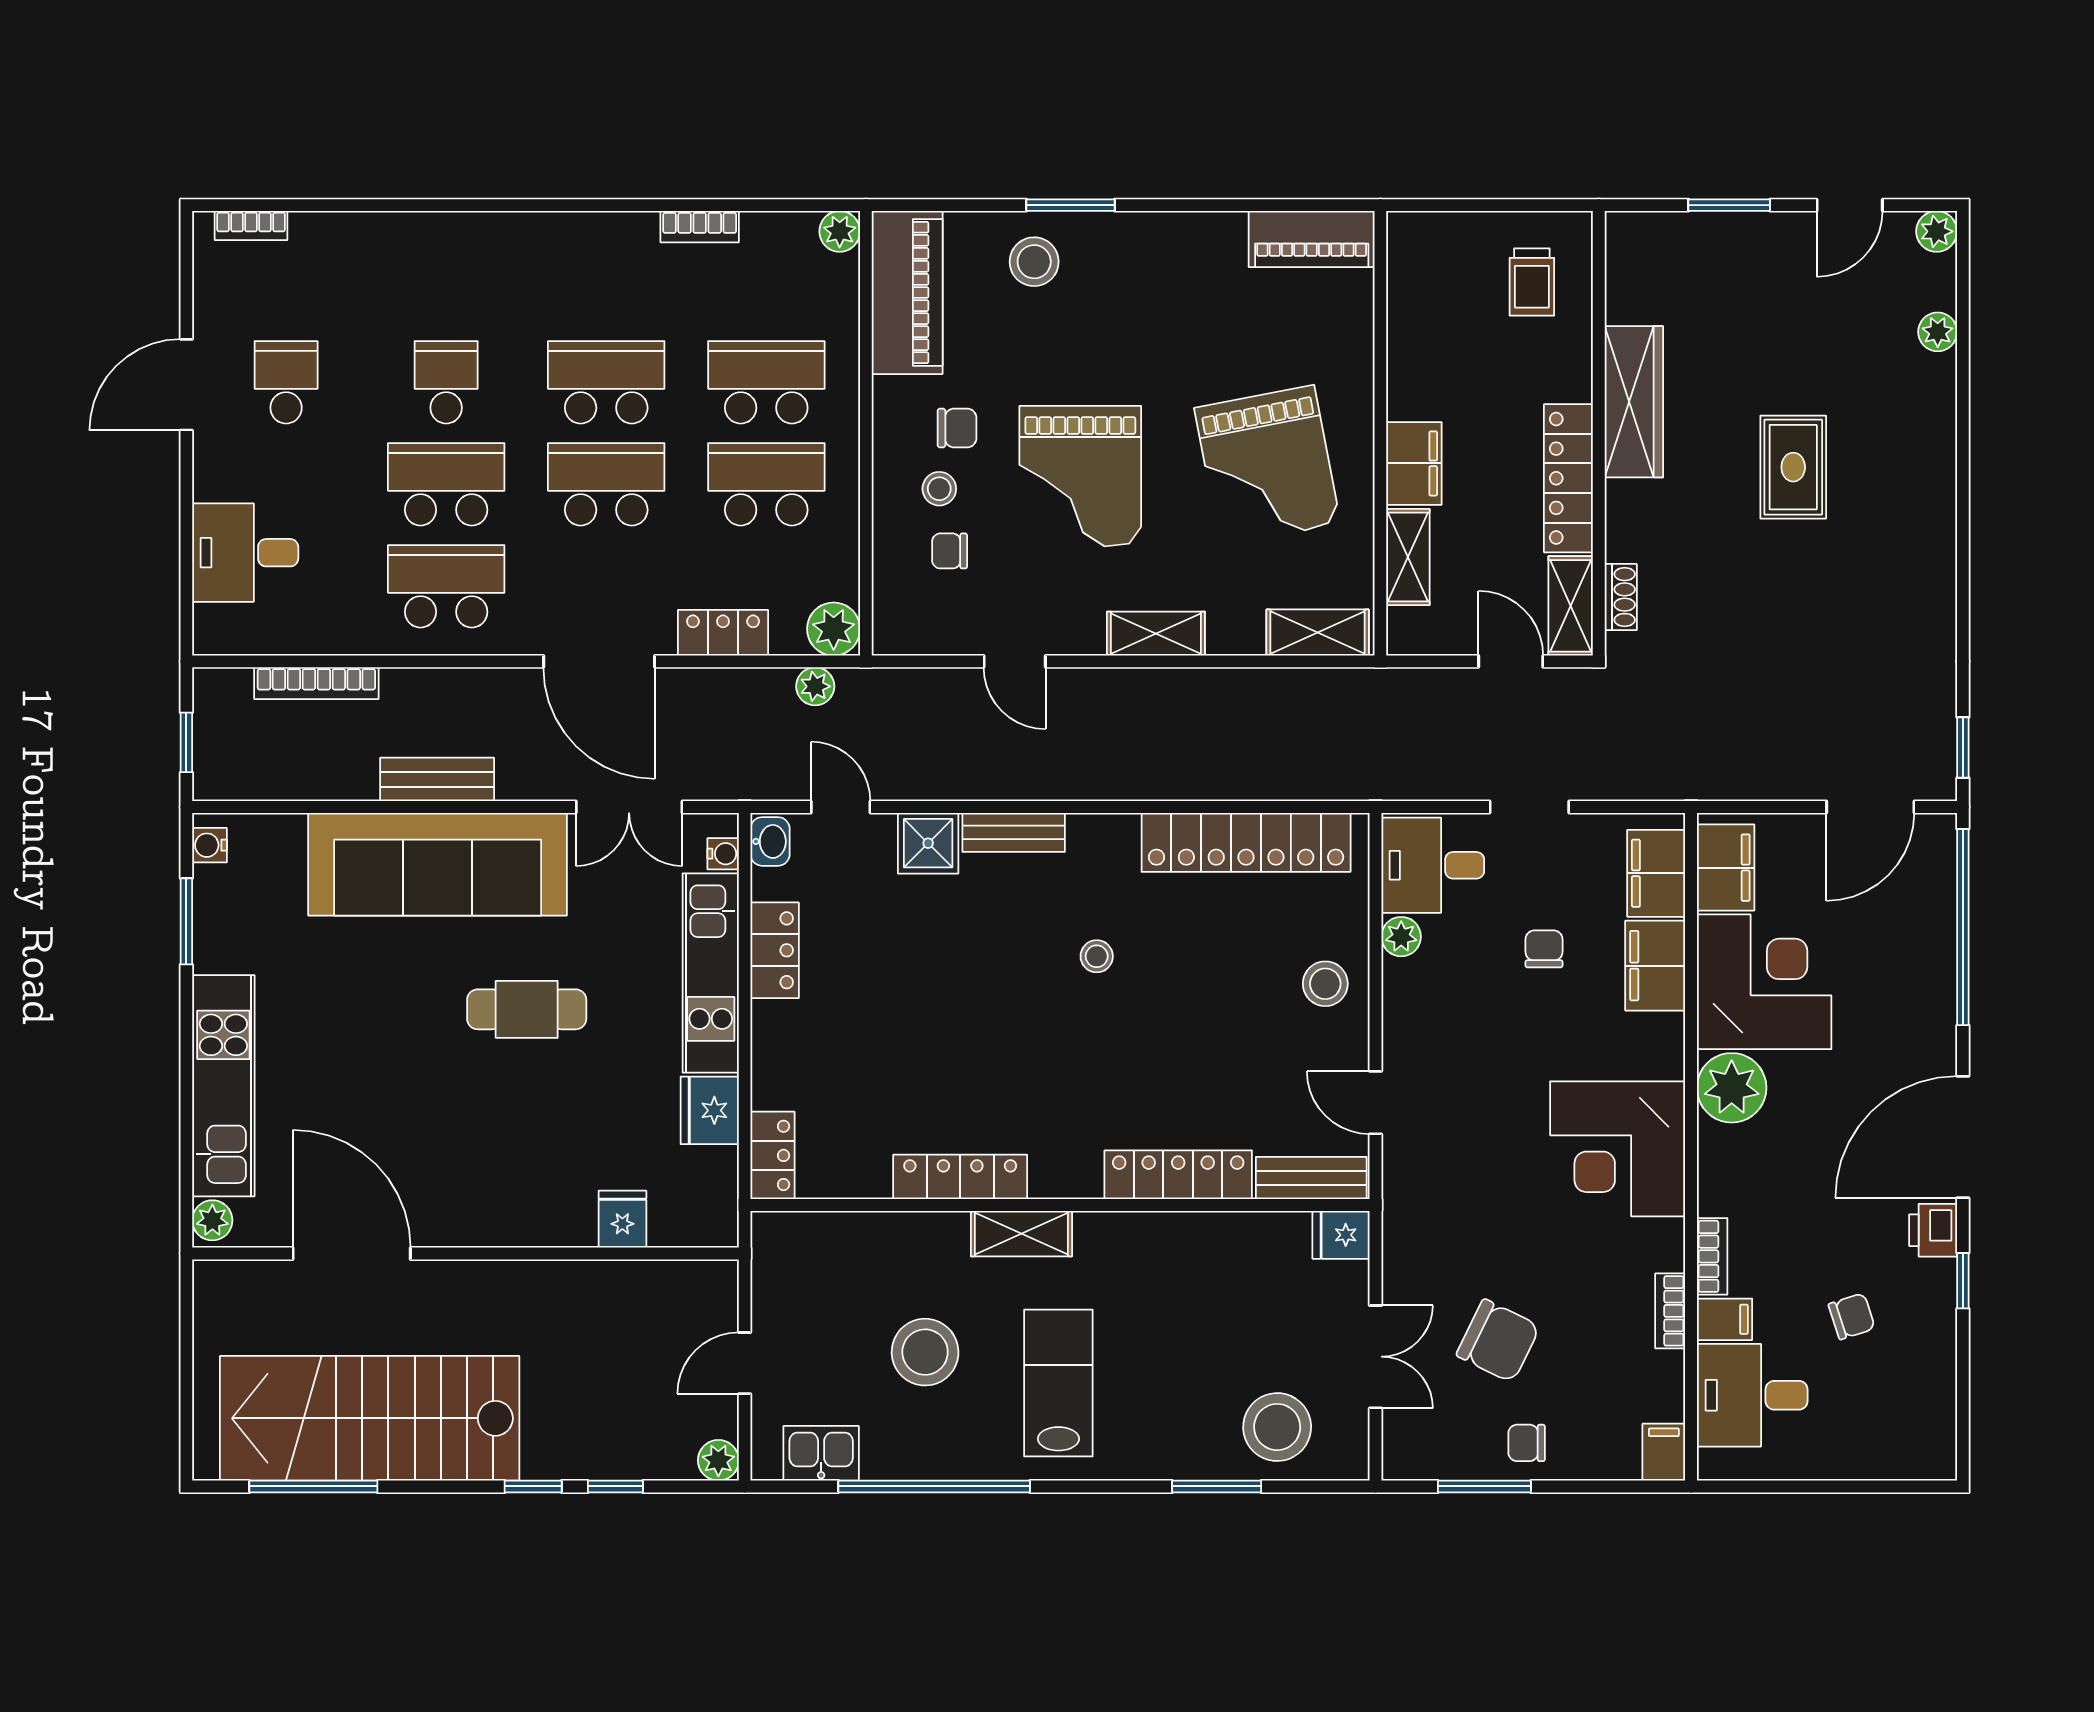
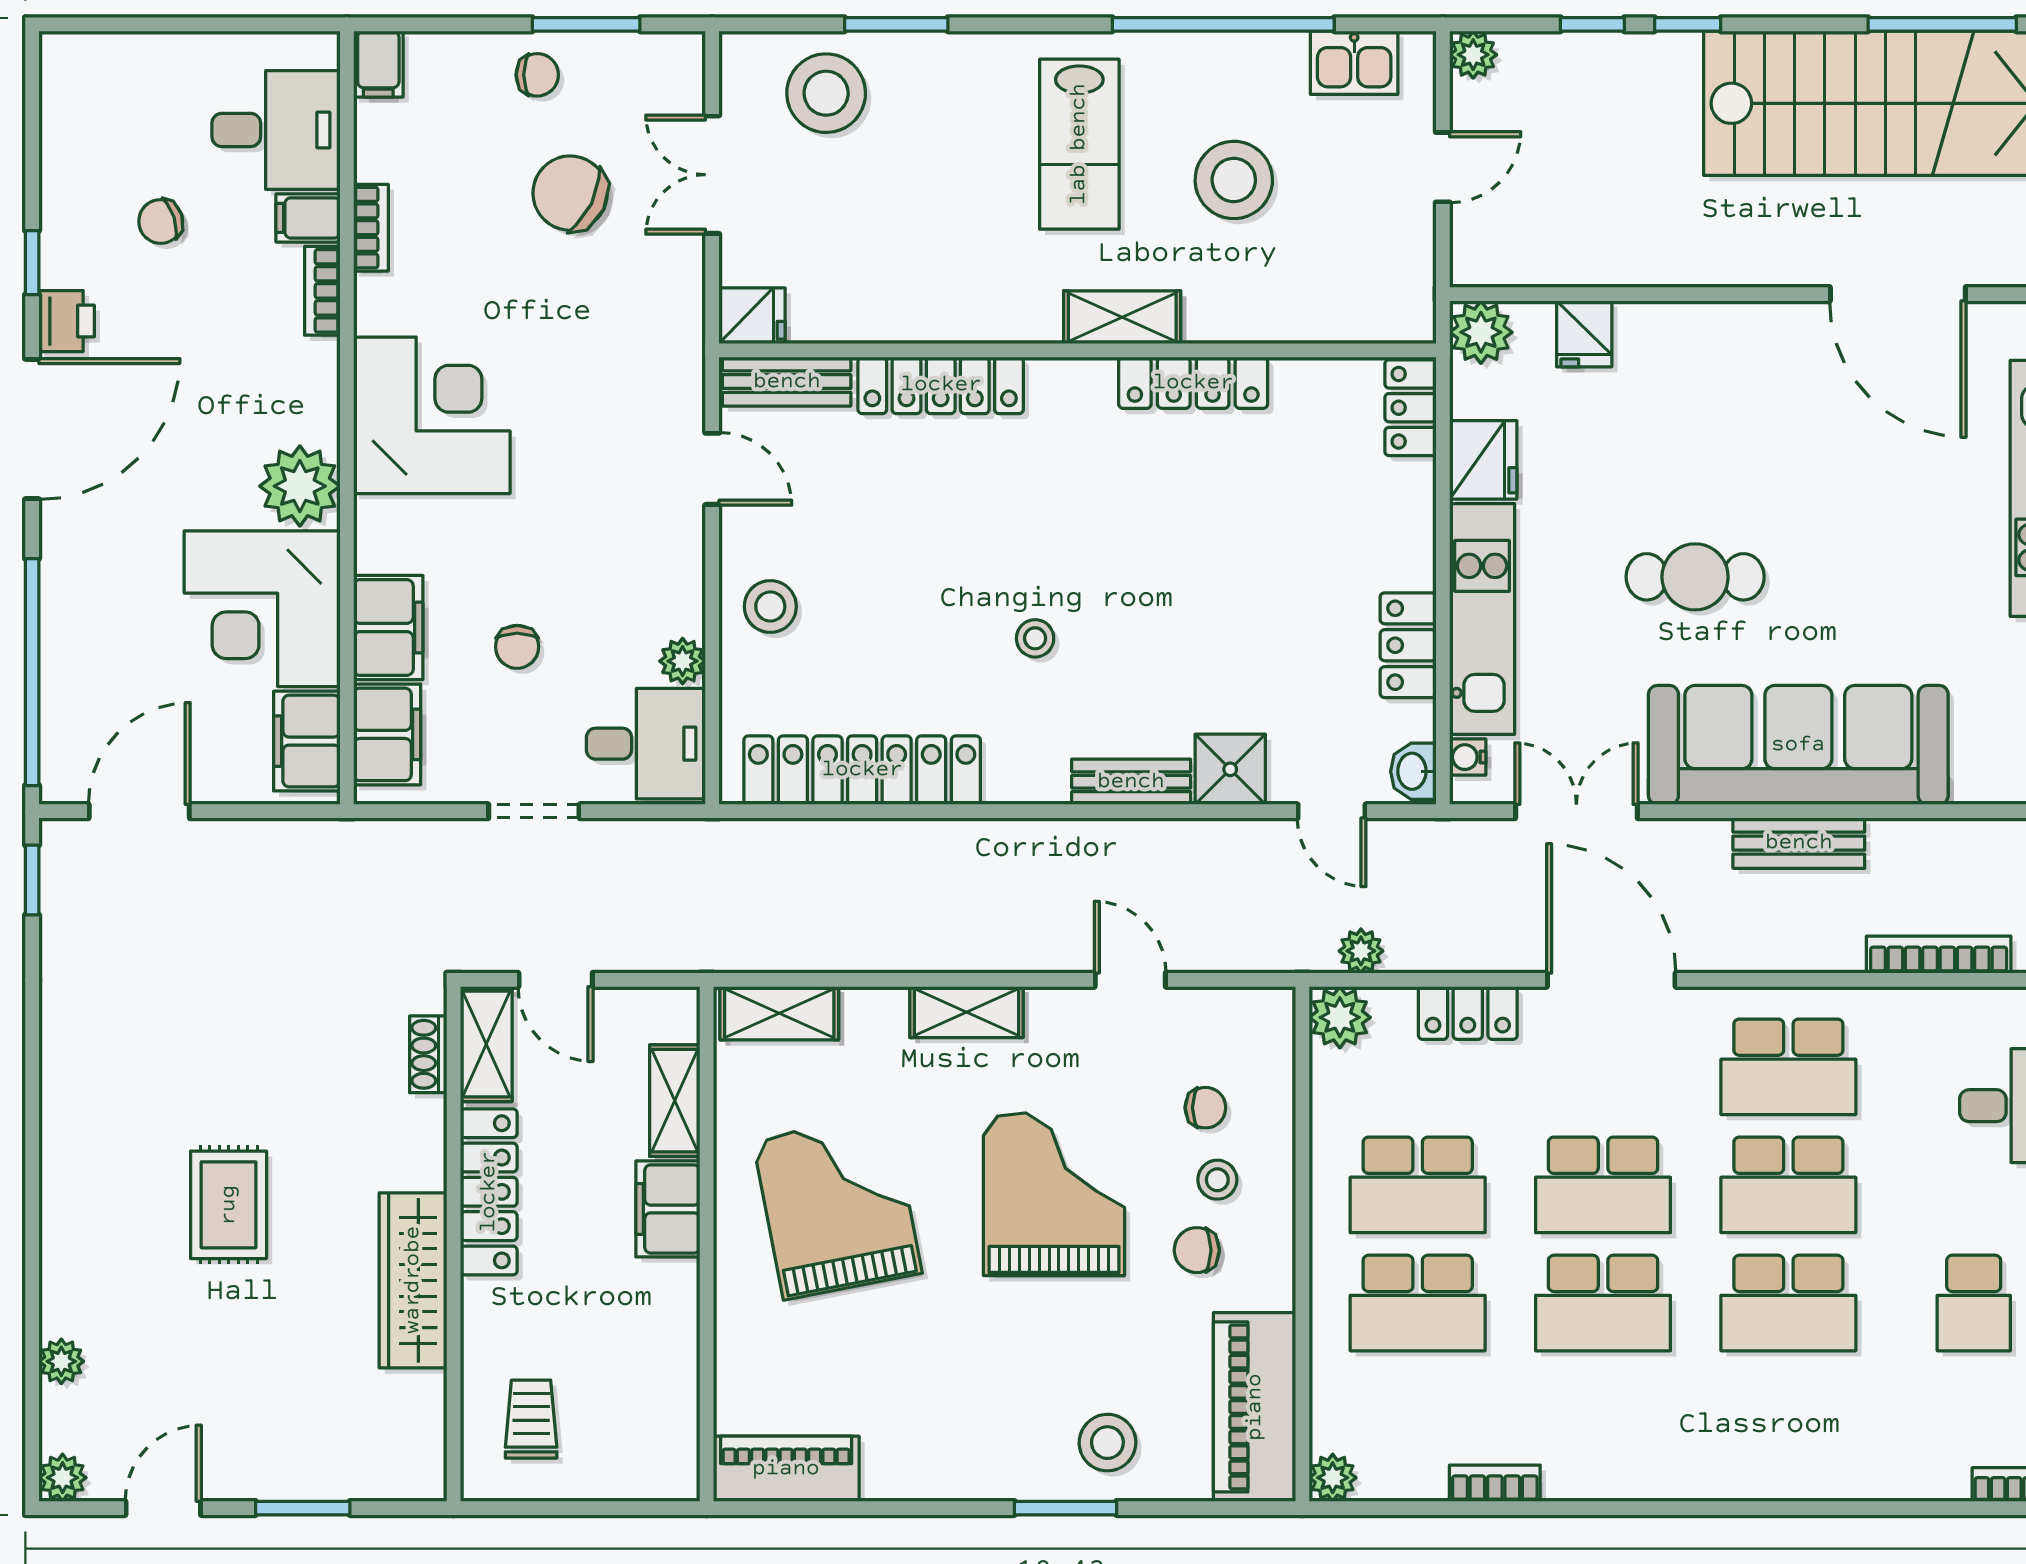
school desk: (446, 382) -> (1788, 1303), width x1.85
plant: (712, 1221) -> (1481, 332), added

